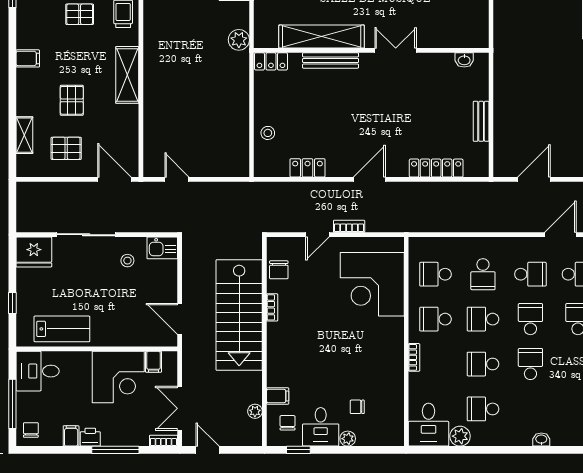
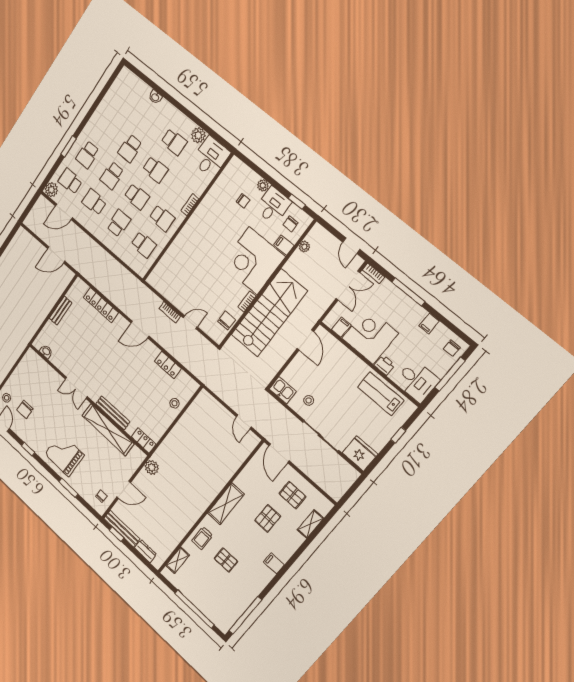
corner desk: (372, 284) -> (253, 261), moved, turned 180
printer: (90, 437) -> (385, 365), moved, turned 180

